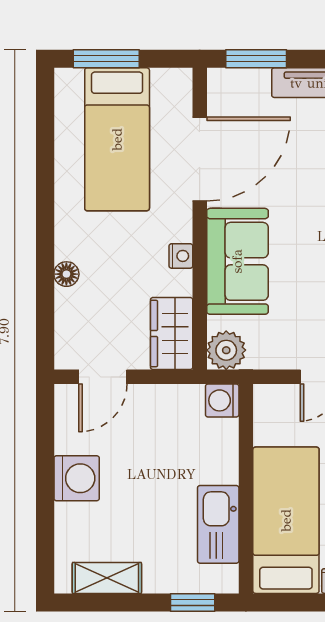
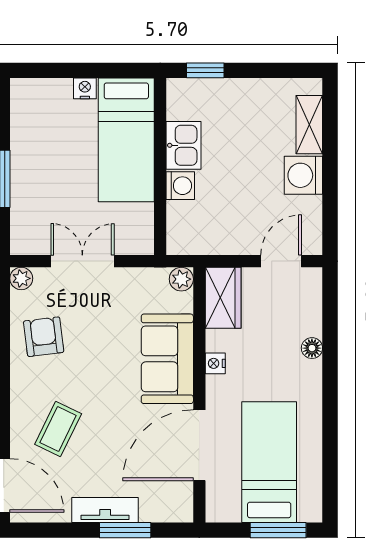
window: (256, 59) -> (125, 530), moved
plant: (226, 350) -> (181, 279), width x0.73, depth x0.73
washing machine: (222, 400) -> (180, 186), moved
kitchen sink: (218, 524) -> (184, 145), width x0.73
shelving: (107, 578) -> (309, 125), moved, turned 90

